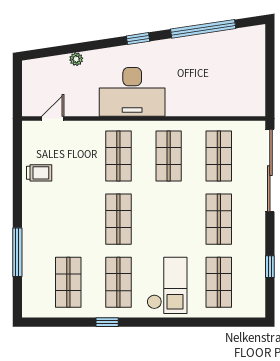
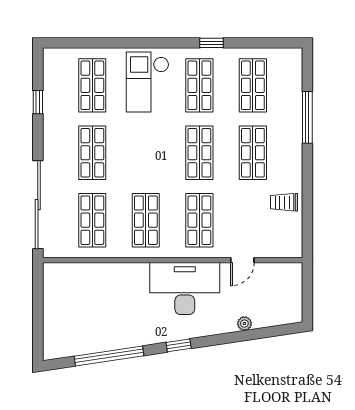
door: (53, 119) -> (242, 260), moved
shop shelf: (68, 219) -> (253, 153), added

